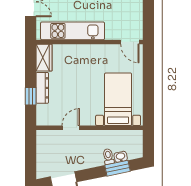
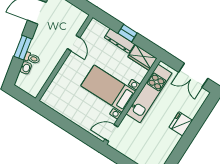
window: (31, 96) -> (128, 33), moved
bed with nightstands: (118, 99) -> (108, 89), moved, turned 180
window: (118, 168) -> (23, 48), moved

